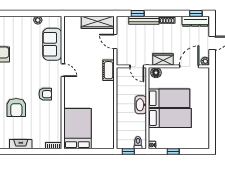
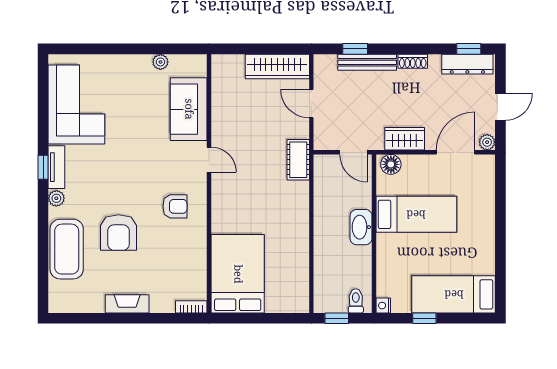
bed: (170, 118) -> (454, 294), moved, turned 180

